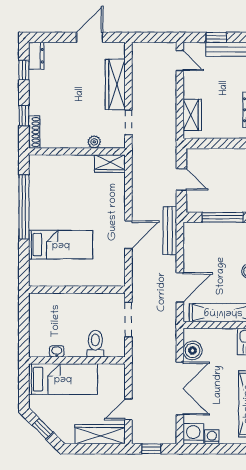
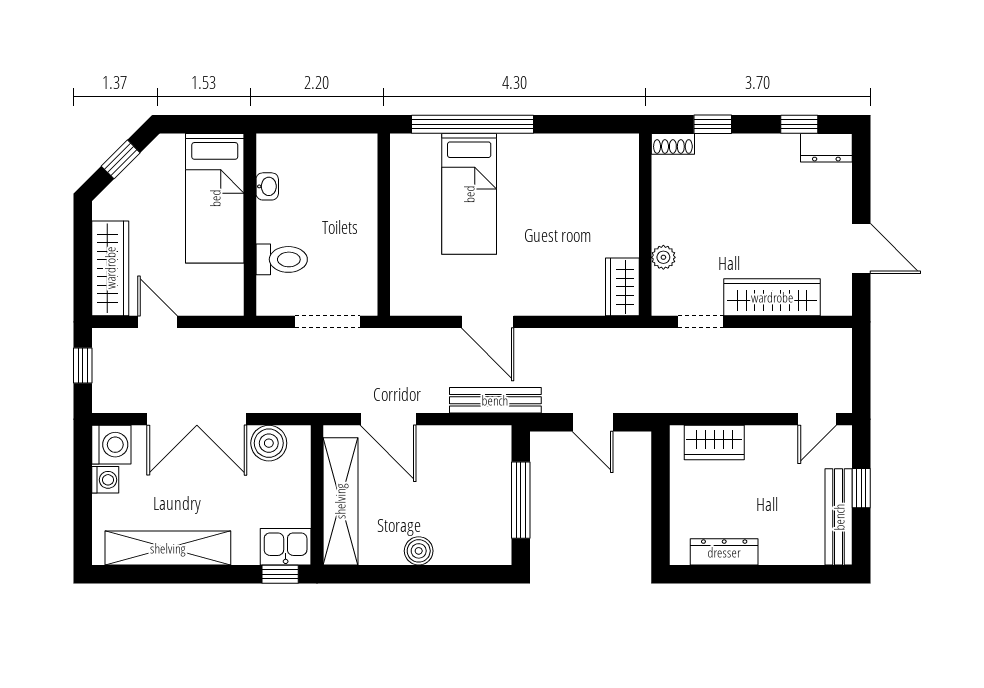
shoe rack: (34, 132) -> (673, 144), width x0.70
door: (181, 179) -> (593, 422), hinge flipped
window: (24, 207) -> (473, 124), moved

